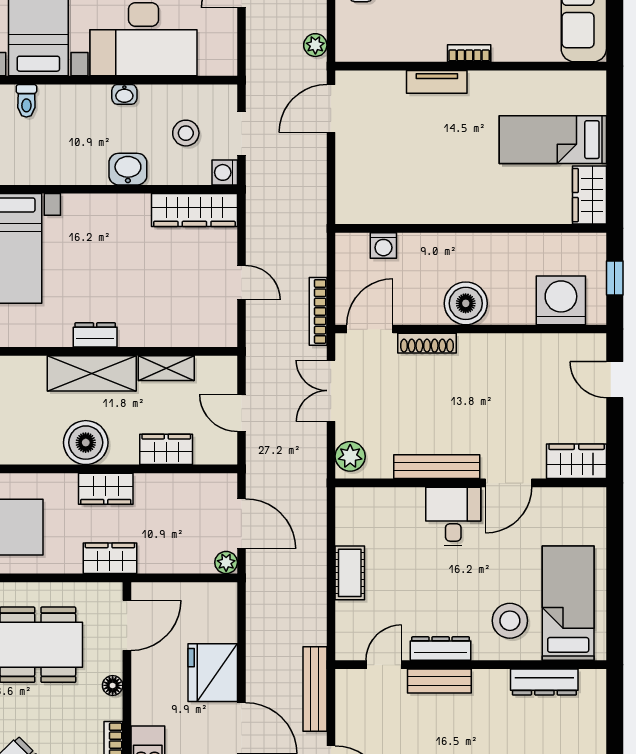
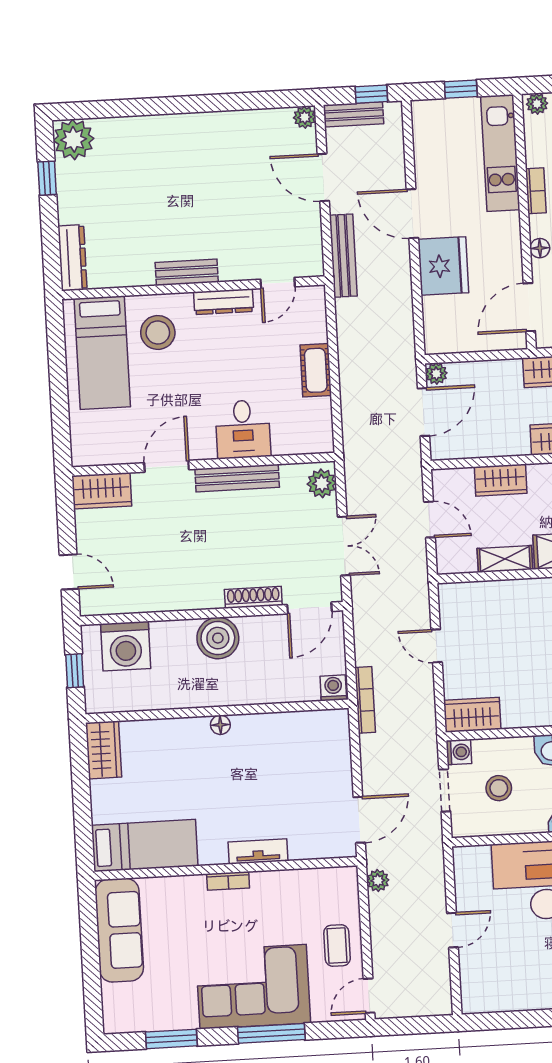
bed: (553, 140) -> (145, 845), moved
wardrobe: (194, 210) -> (472, 715), width x0.67
floor lamp: (468, 214) -> (220, 725), added
washing machine: (383, 246) -> (333, 688), moved
bookcase: (318, 311) -> (365, 700), moved
desk: (453, 516) -> (243, 429), moved
door: (241, 524) -> (424, 412), swing flipped
bench: (439, 681) -> (187, 272), moved
dresser: (544, 682) -> (72, 258), moved, turned 90

